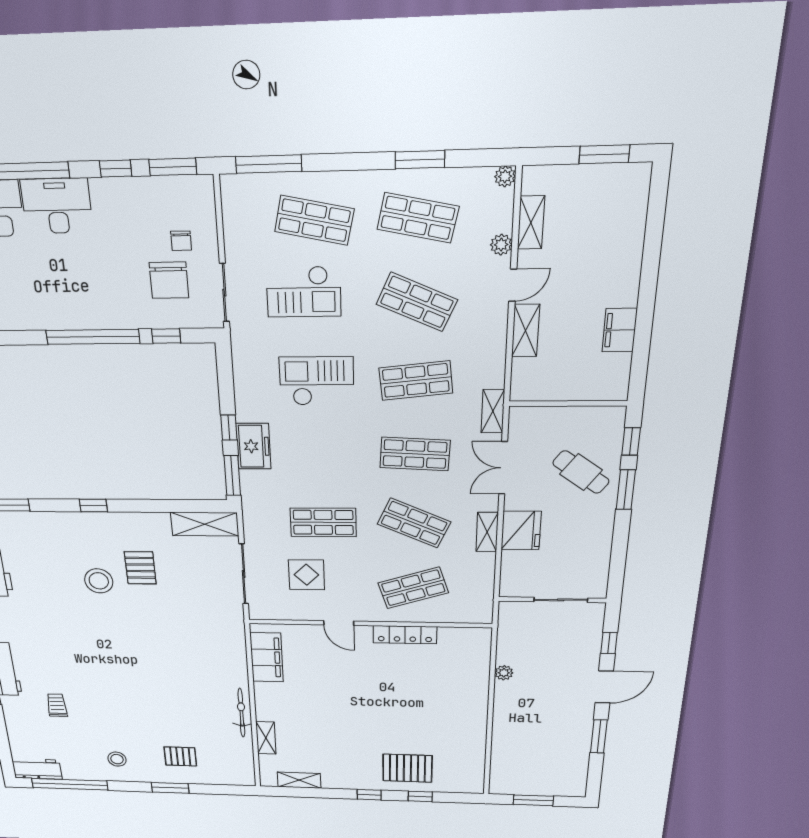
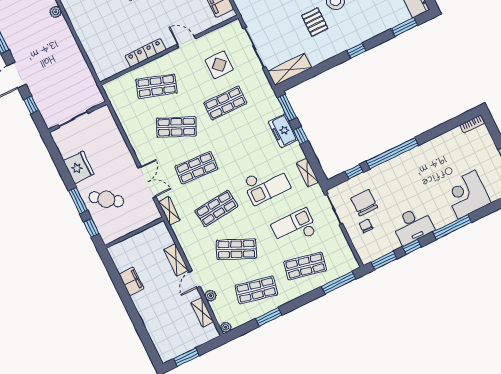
desk: (57, 206) -> (413, 225), moved
fridge: (521, 530) -> (79, 167), moved, turned 180
shelving: (487, 532) -> (307, 172), moved
shop shelf: (413, 588) -> (156, 86), turned 36
plant: (504, 673) -> (56, 12), moved

